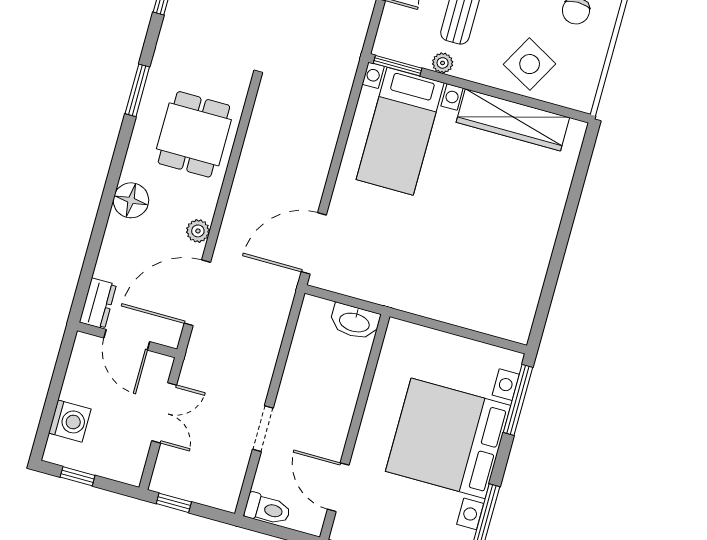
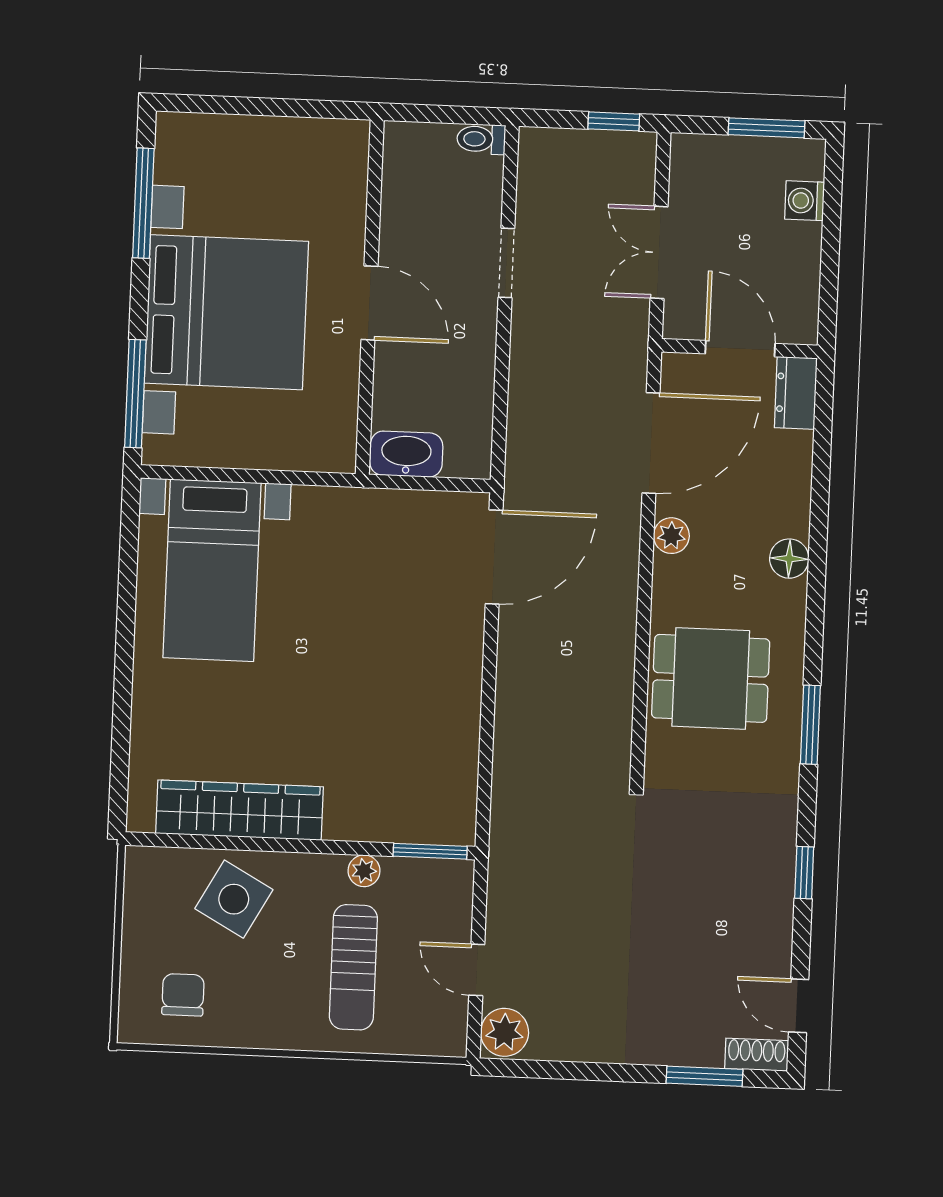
bed with nightstands: (400, 131) -> (212, 570), moved, turned 180
dining table: (194, 134) -> (711, 678), turned 90
floor lamp: (131, 200) -> (789, 559), width x0.73, depth x0.73
washing machine: (70, 421) -> (805, 201), width x0.73, depth x0.73
window: (78, 476) -> (767, 128), width x1.50
door: (338, 487) -> (369, 303), moved
toilet: (267, 509) -> (481, 139), width x0.73, depth x0.72

